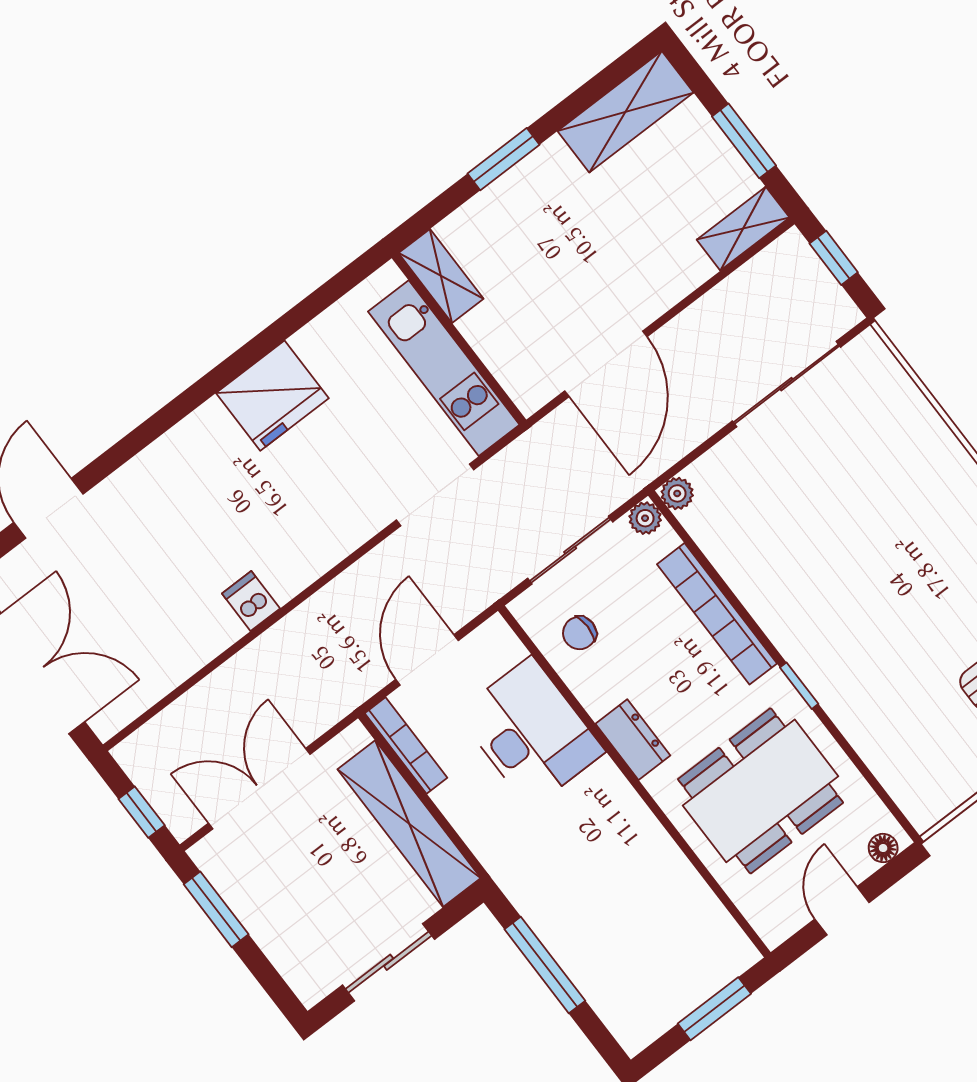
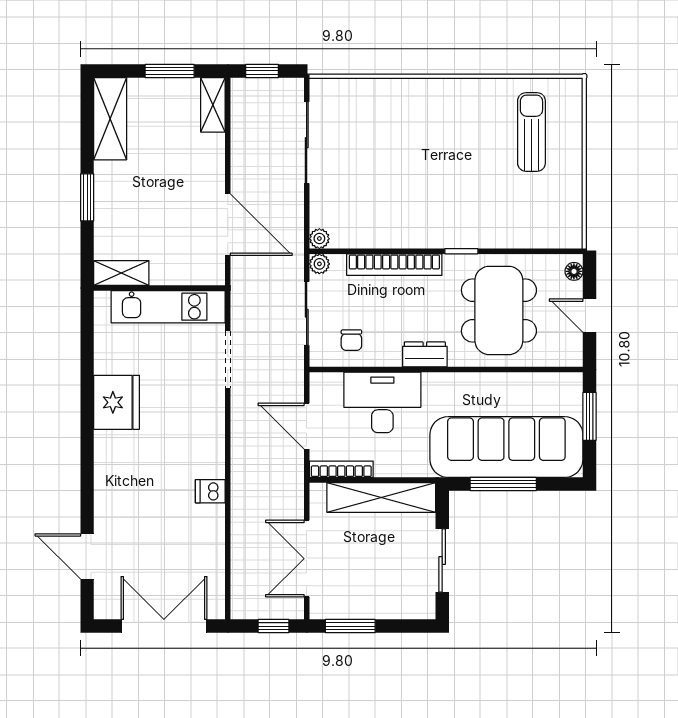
sofa: (595, 933) -> (506, 447), added

